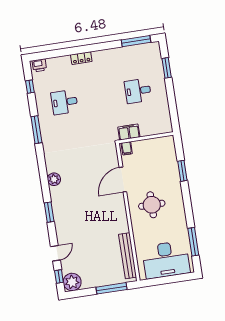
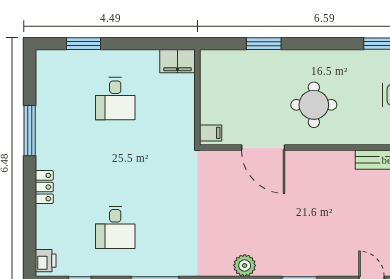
window: (136, 41) -> (30, 131), moved
filing cabinet: (129, 132) -> (177, 61), moved, turned -90

